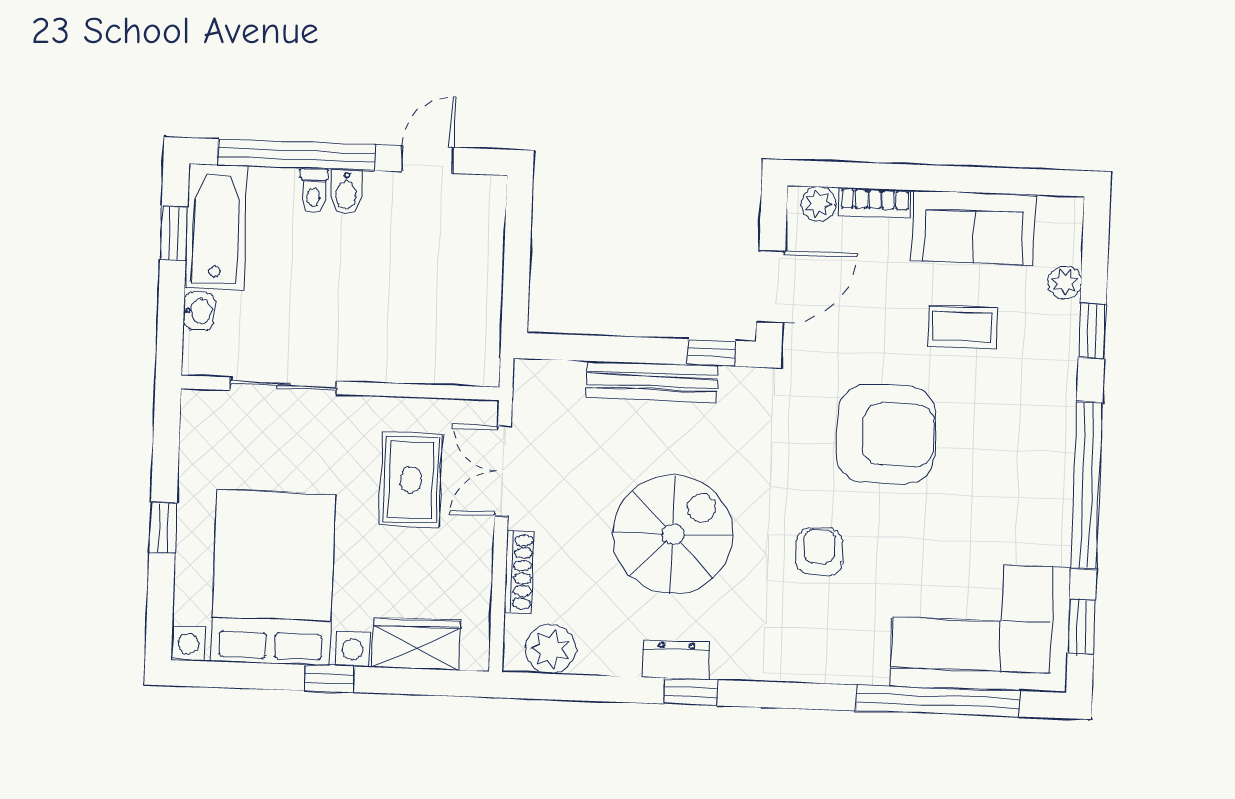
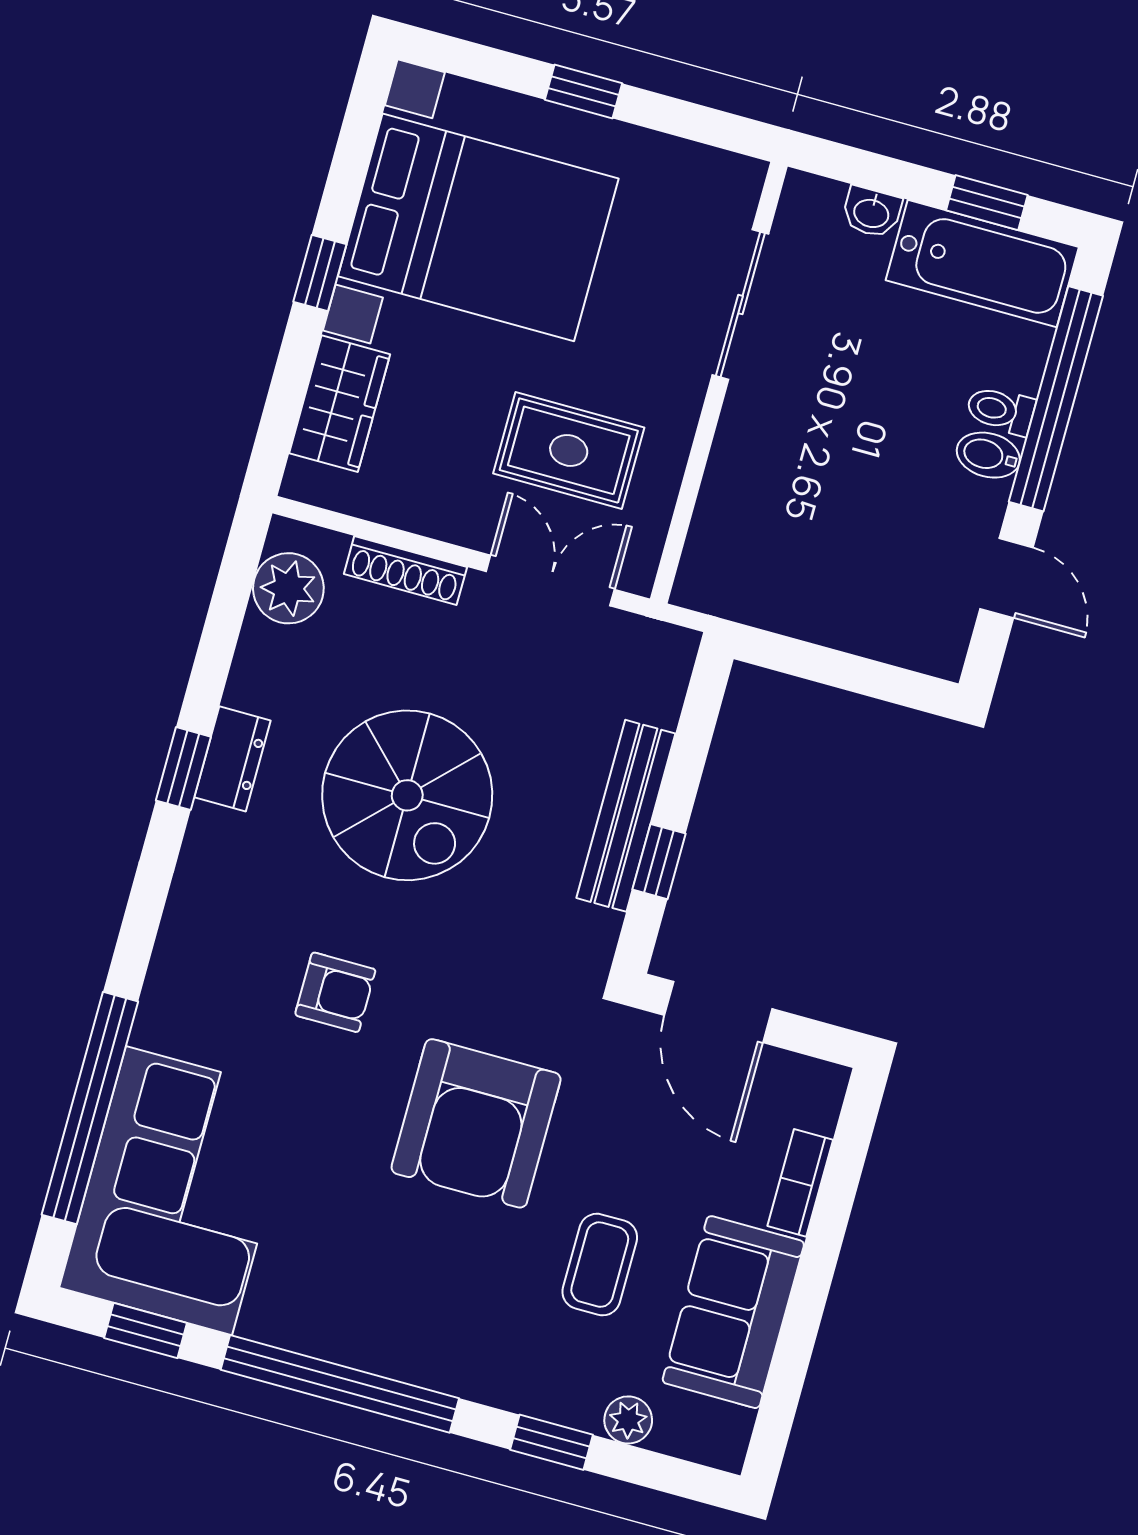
plant: (818, 204) -> (817, 1105), removed
window: (712, 353) -> (659, 862), moved

